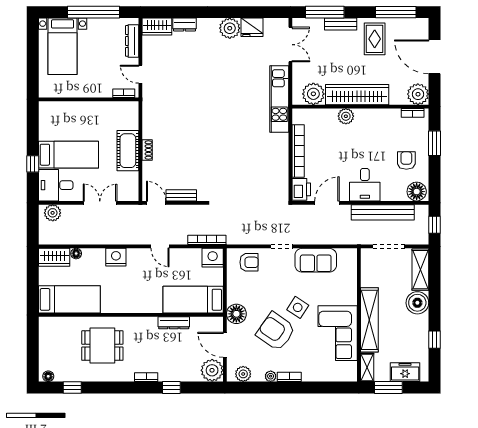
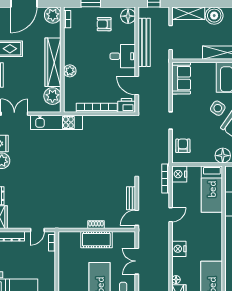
sofa: (316, 260) -> (181, 78), moved

